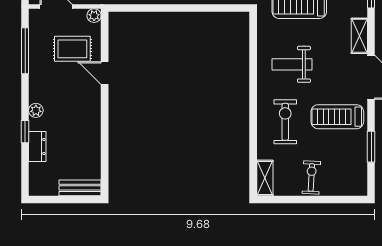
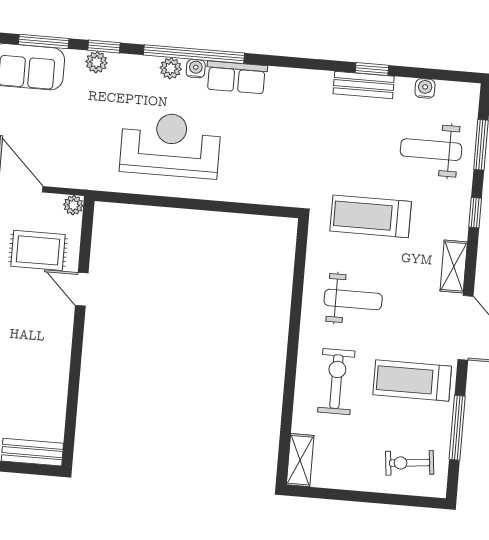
weight bench: (292, 64) -> (353, 299), turned 180
window: (371, 147) -> (457, 428), width x1.44
exercise bike: (311, 177) -> (410, 463), moved, turned -99

